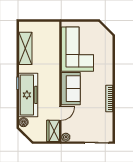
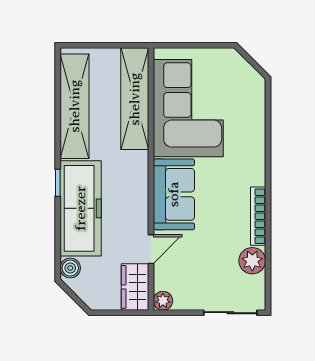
shelving: (53, 45) -> (135, 99), added
shelving: (25, 48) -> (75, 106), width x1.47
plant: (107, 119) -> (252, 261), added

